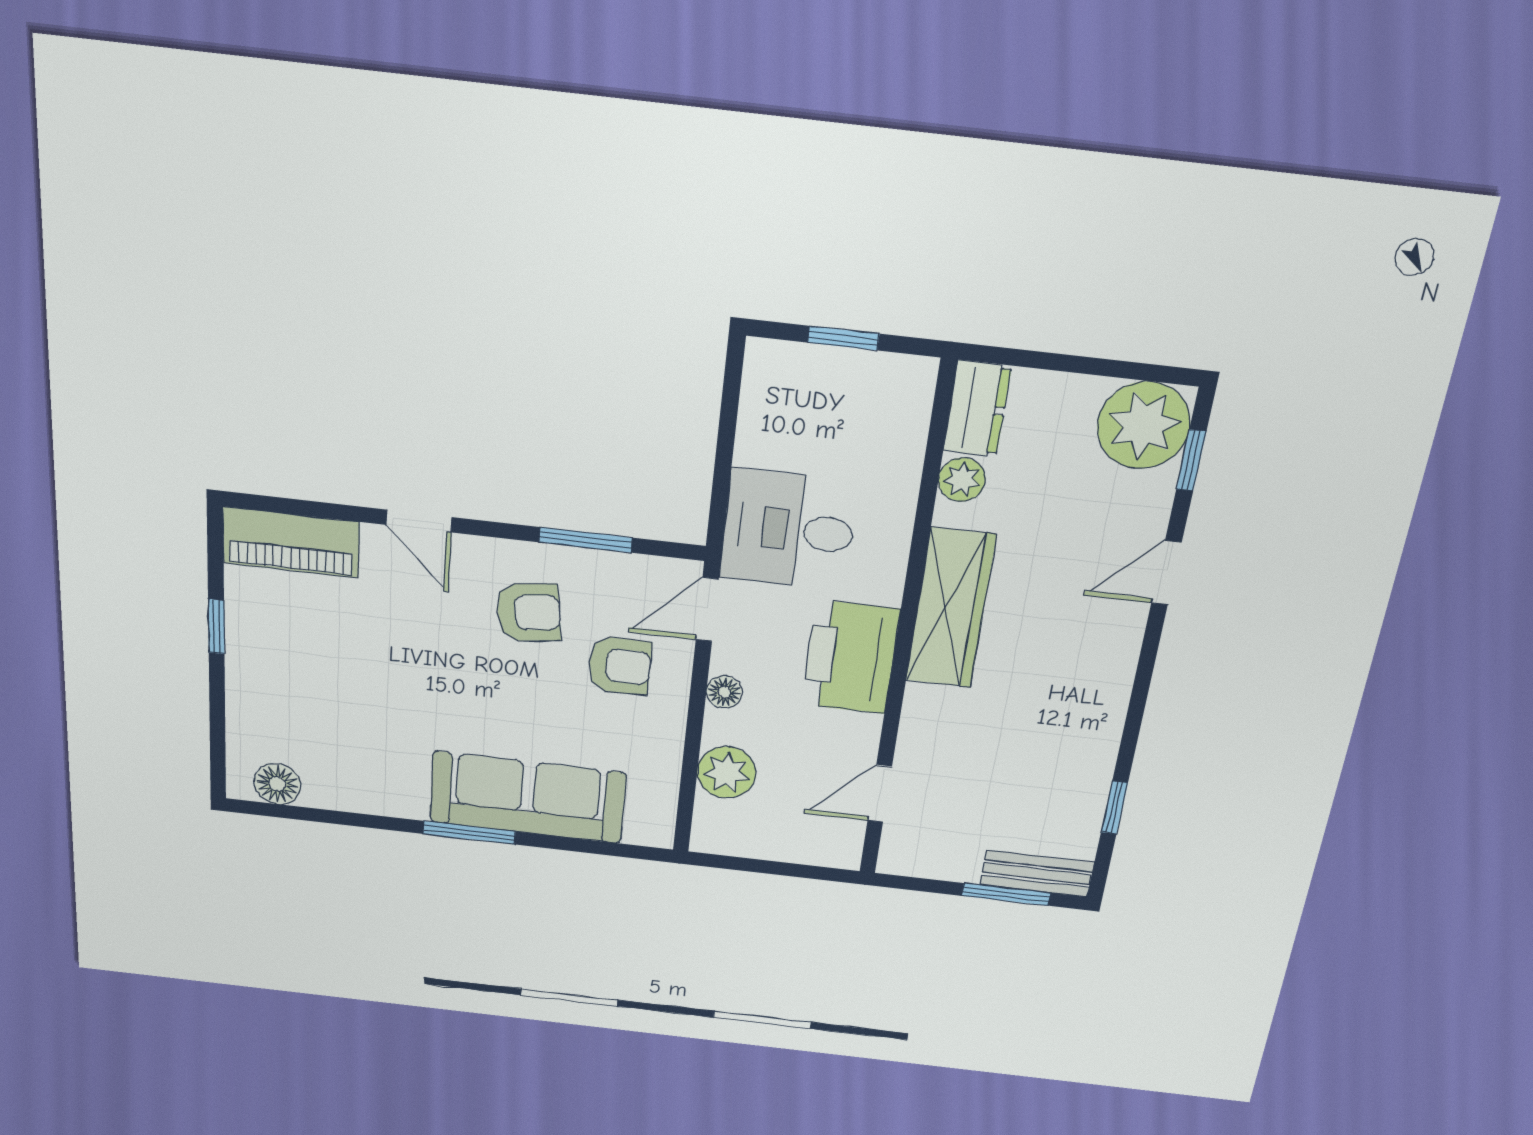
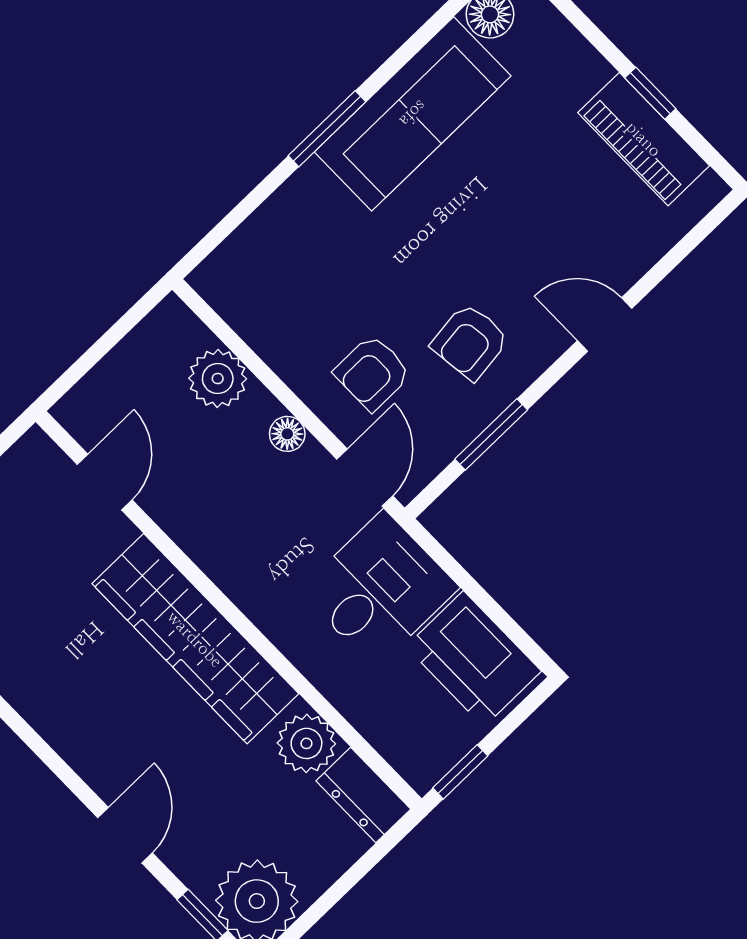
window: (843, 338) -> (460, 772), moved
plant: (962, 480) -> (306, 743), width x1.38, depth x1.38
piano: (291, 542) -> (644, 139), moved, turned -90
wardrobe: (951, 608) -> (195, 639), width x1.40, depth x1.17
printer: (851, 657) -> (474, 659), moved, turned 180
sofa: (528, 797) -> (413, 114), moved

